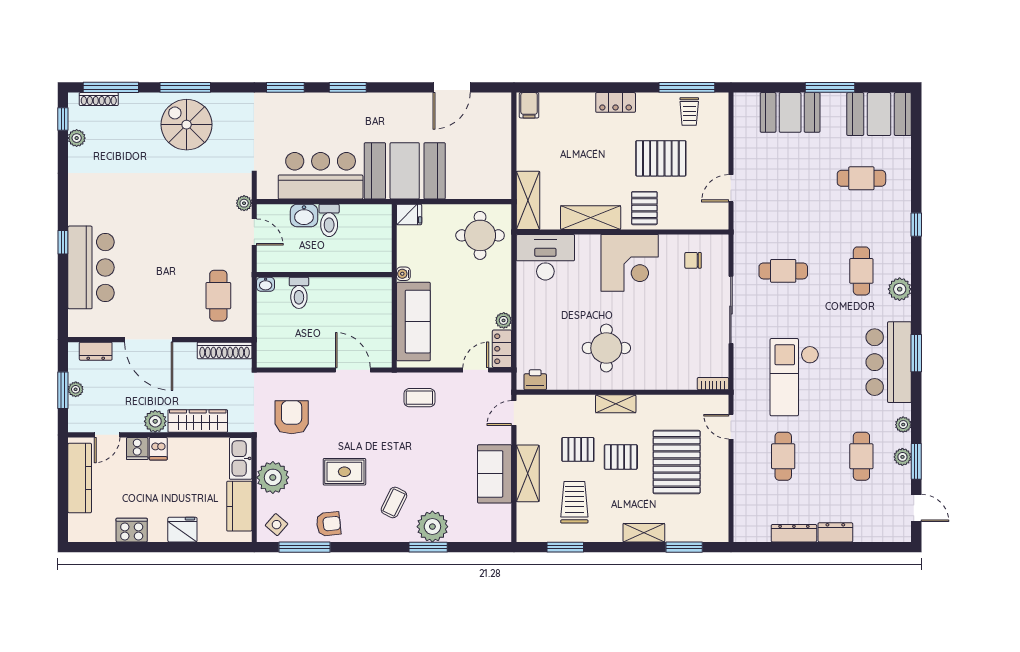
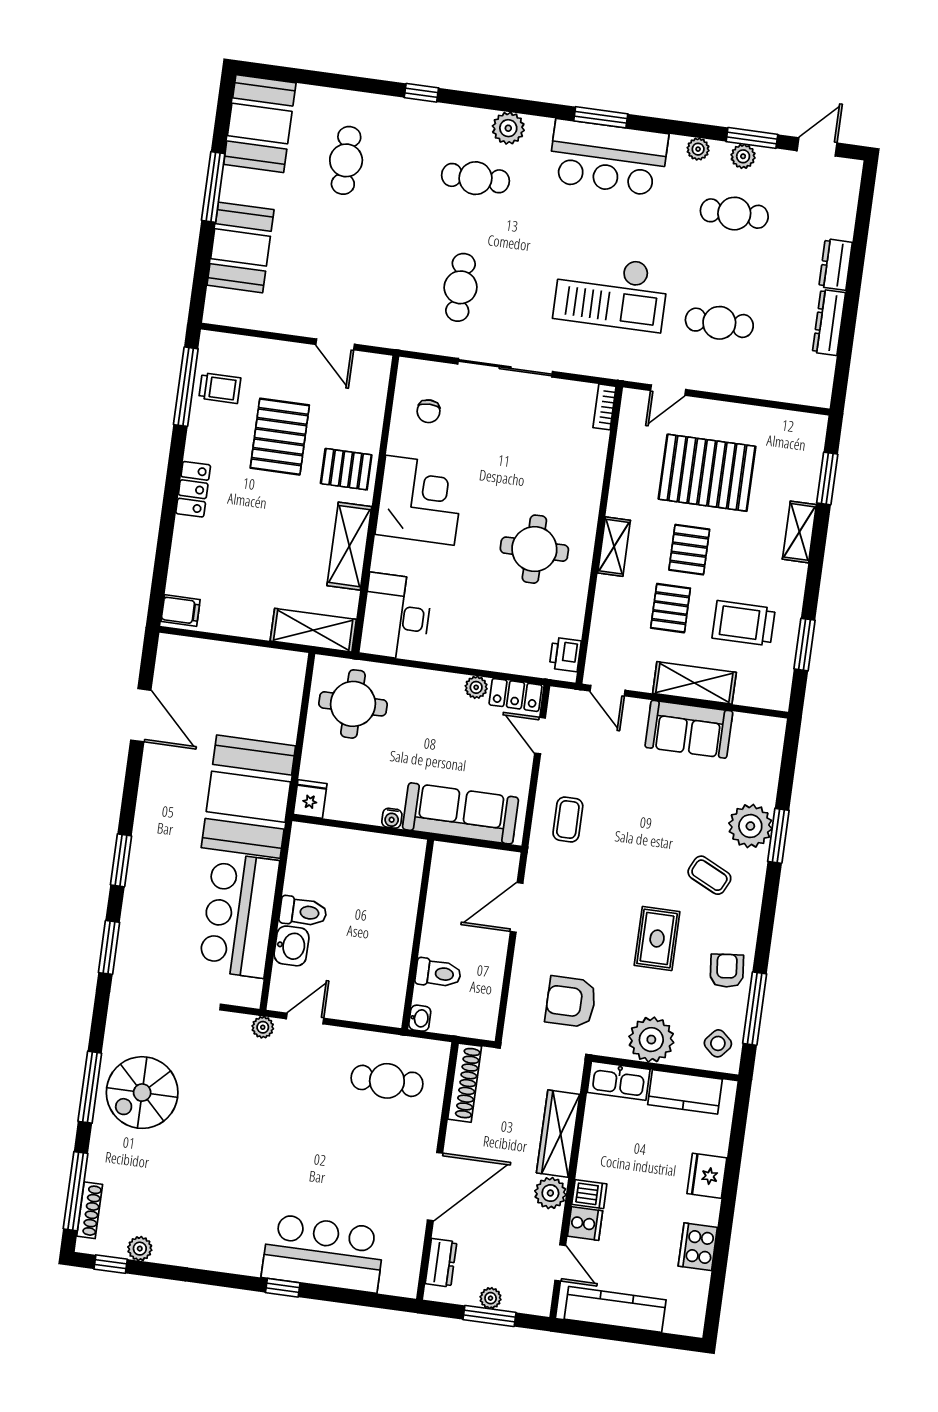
wall: (324, 275) -> (418, 934), moved
washbasin: (266, 284) -> (420, 1018), moved
toilet: (299, 293) -> (438, 973), moved

